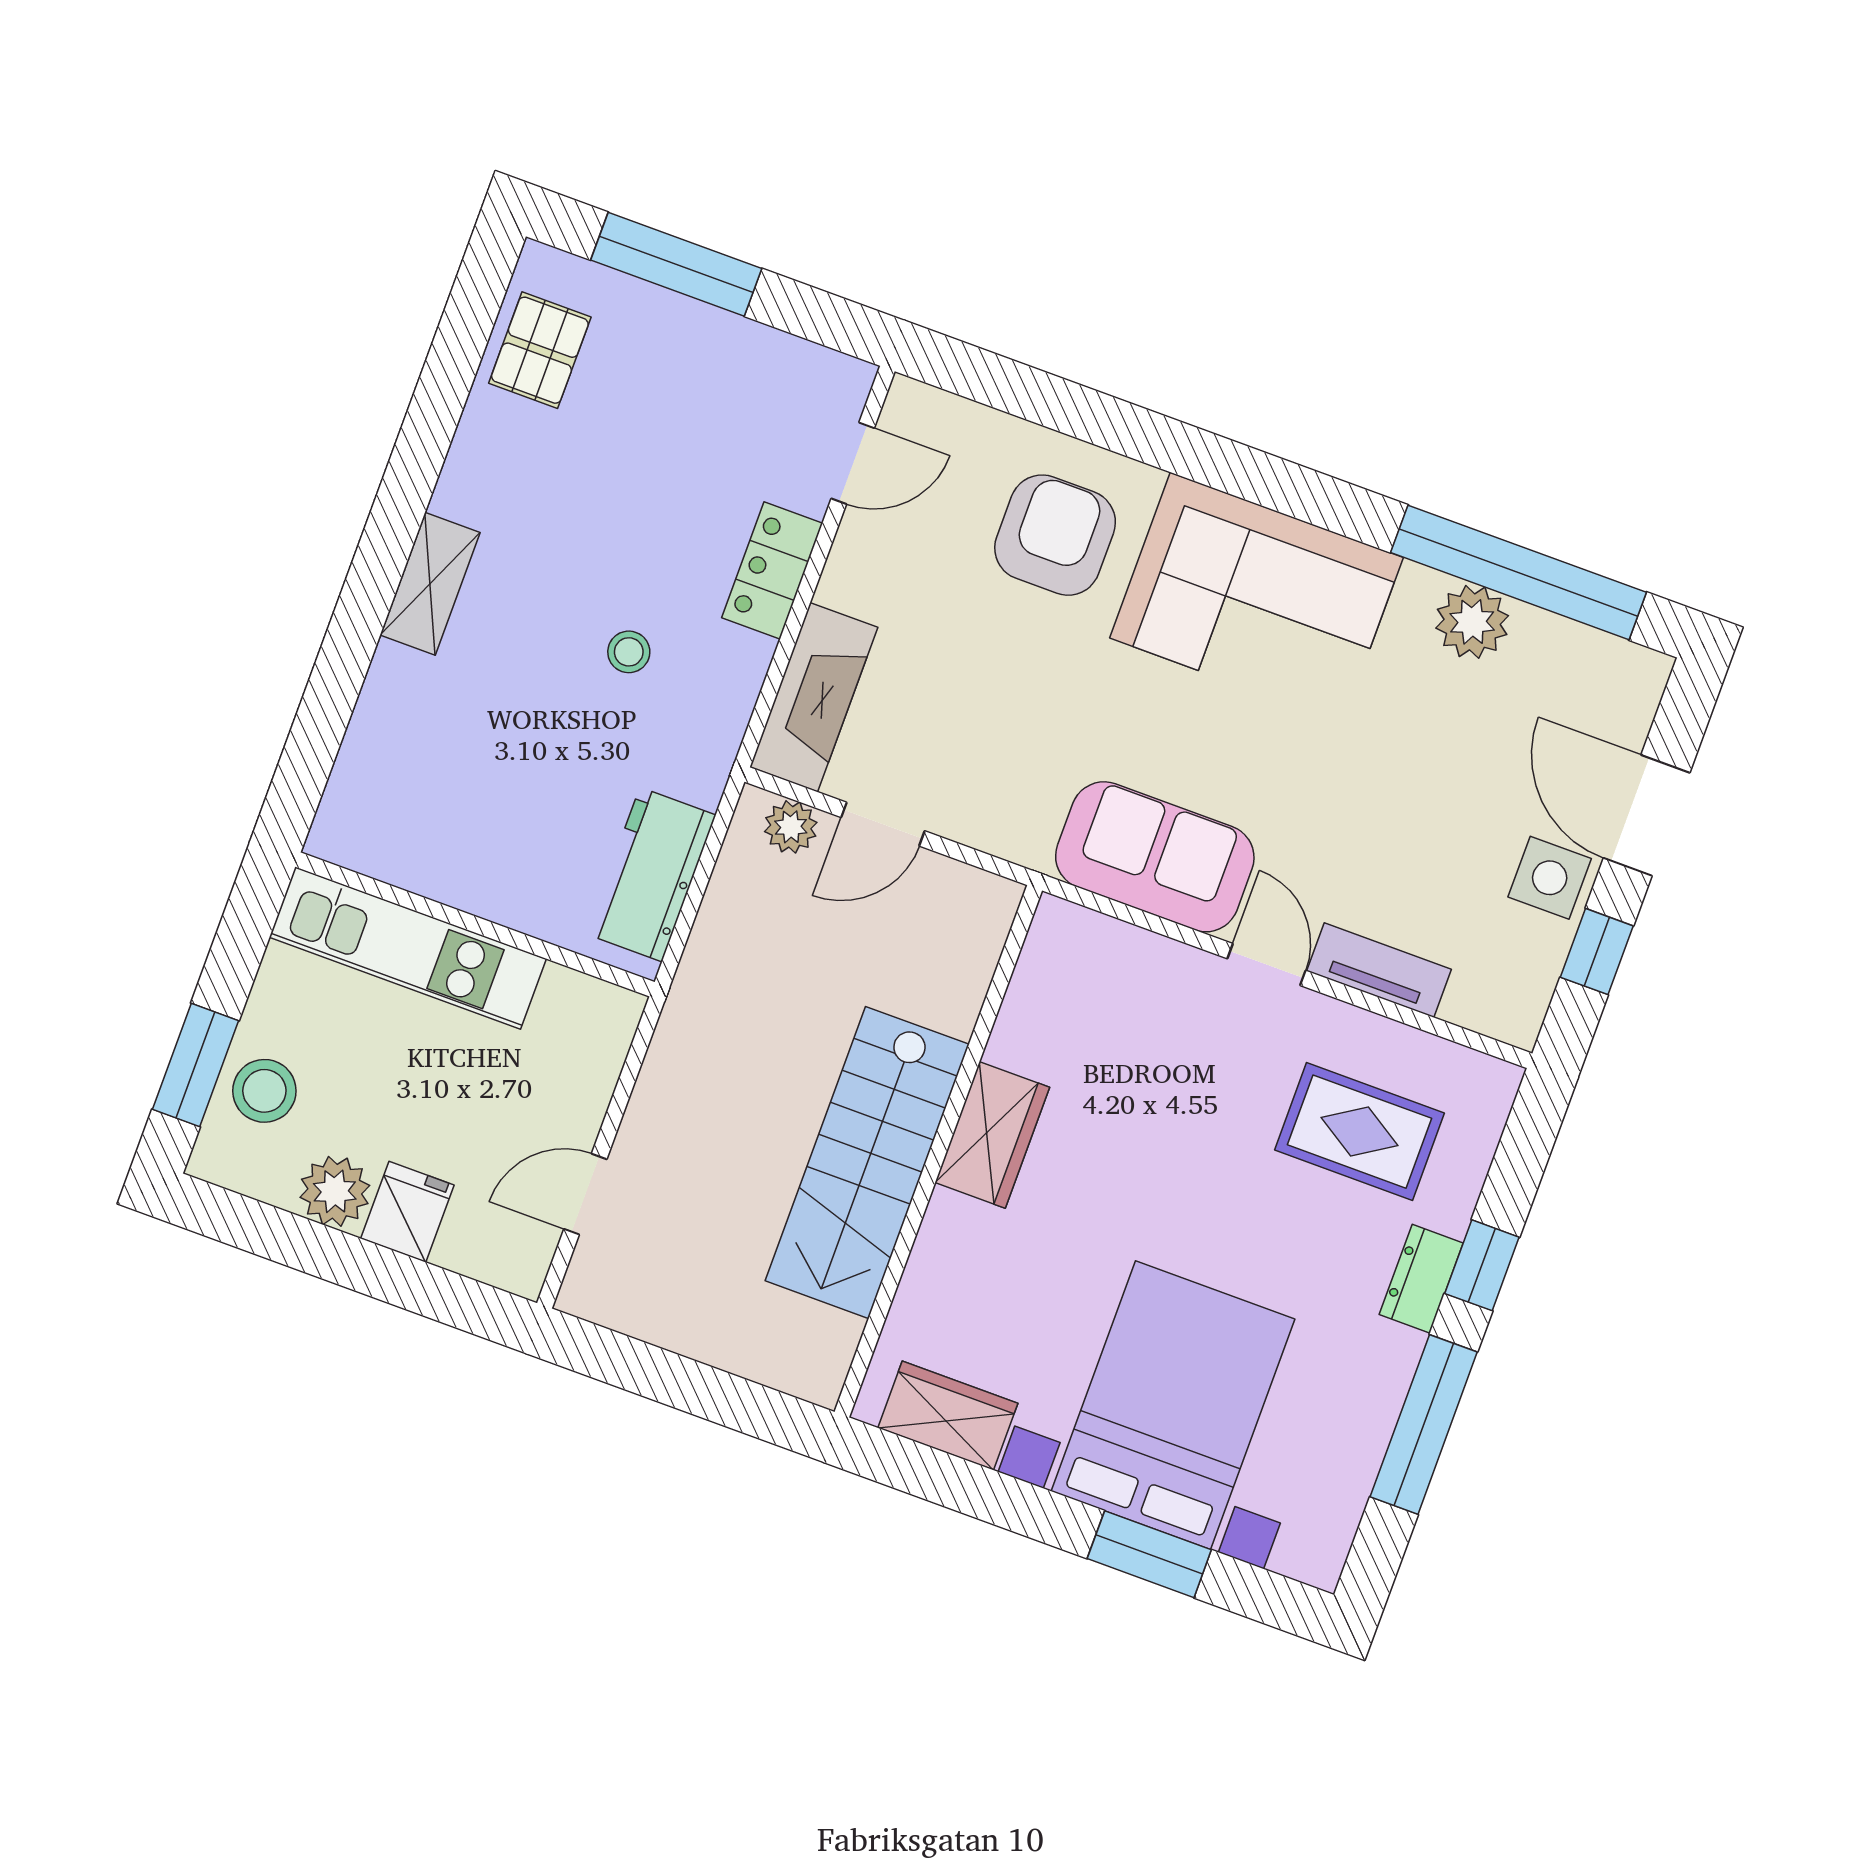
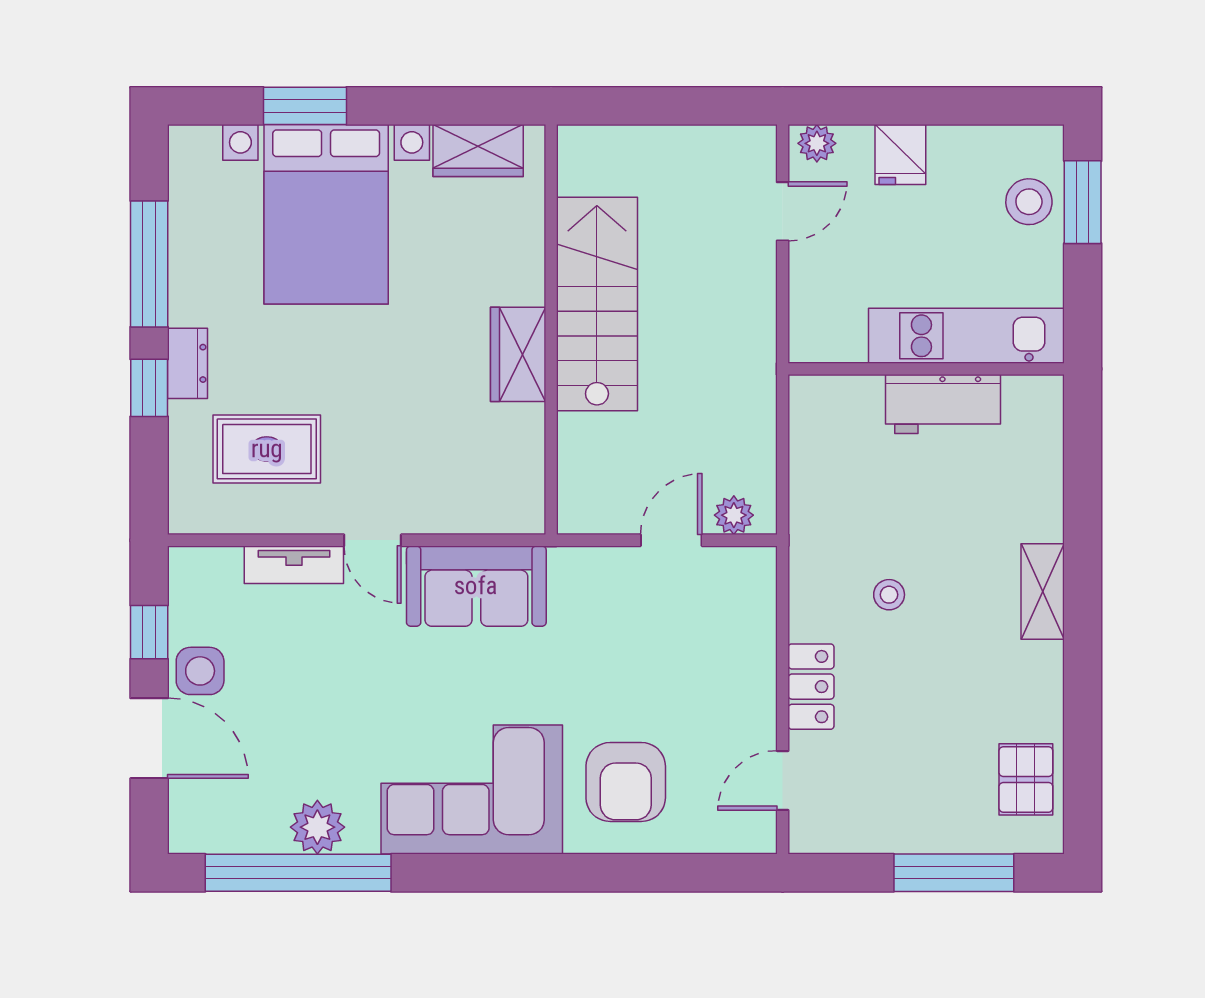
fireplace: (814, 697) -> (751, 610), removed
workbench: (651, 875) -> (943, 404), moved, turned 90
plant: (335, 1191) -> (817, 143), moved, width x0.73, depth x0.73

